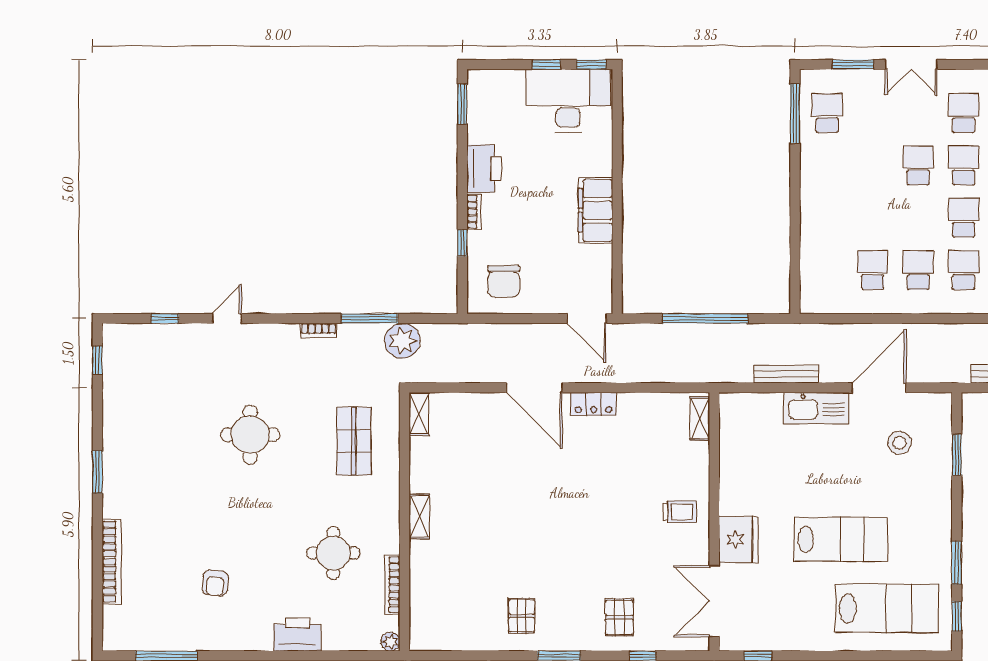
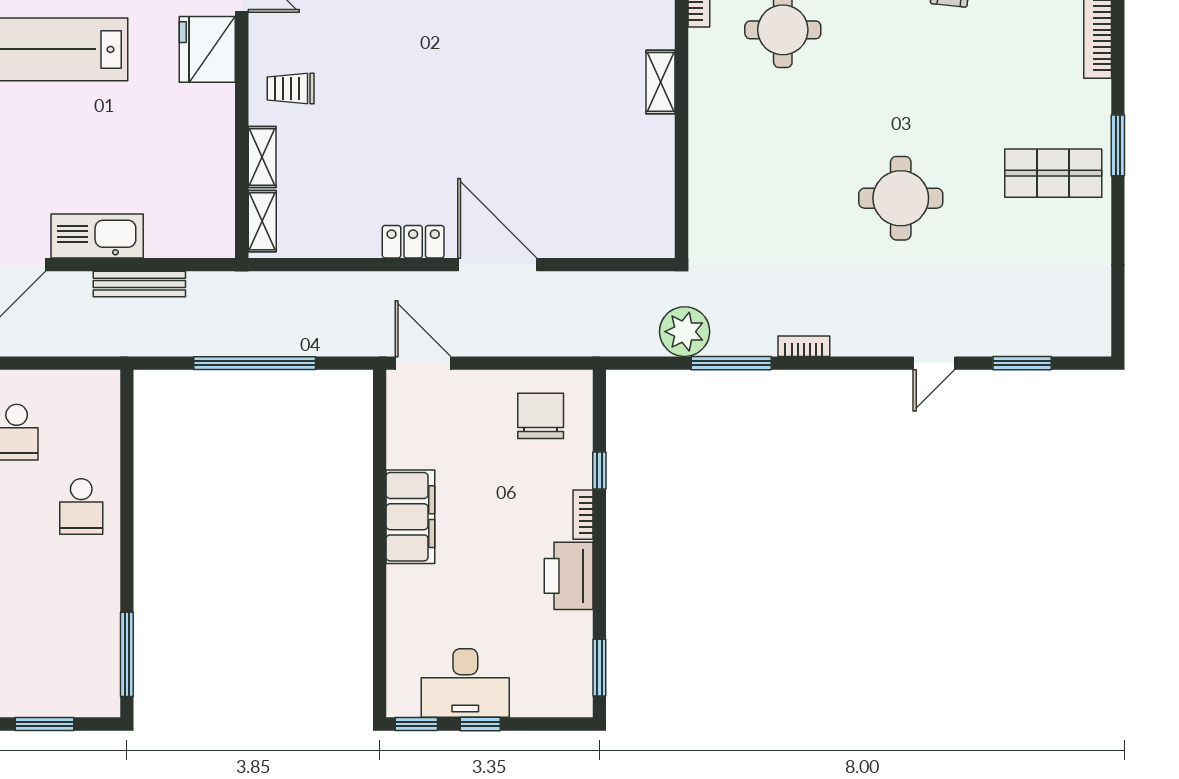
desk: (568, 101) -> (465, 683), width x0.73, depth x0.77
school desk: (827, 113) -> (81, 506), moved
window: (165, 319) -> (1022, 363), width x1.50
window: (97, 360) -> (1118, 304), removed
shelving: (419, 414) -> (262, 157), moved
shop shelf: (354, 441) -> (1053, 173), moved, turned 90

